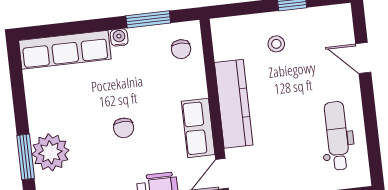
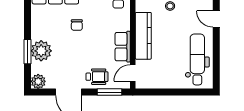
chair: (124, 128) -> (77, 25), moved
dental chair: (337, 136) -> (197, 59), width x1.36, depth x1.38

